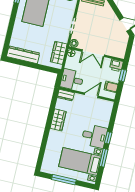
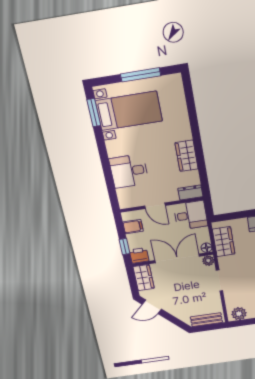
wardrobe: (121, 48) -> (144, 278), added
double door: (93, 53) -> (177, 258), width x1.37
door: (91, 95) -> (155, 206), hinge flipped
desk: (94, 136) -> (129, 171), moved
window: (108, 138) -> (105, 160), removed
window: (104, 158) -> (94, 113), moved

